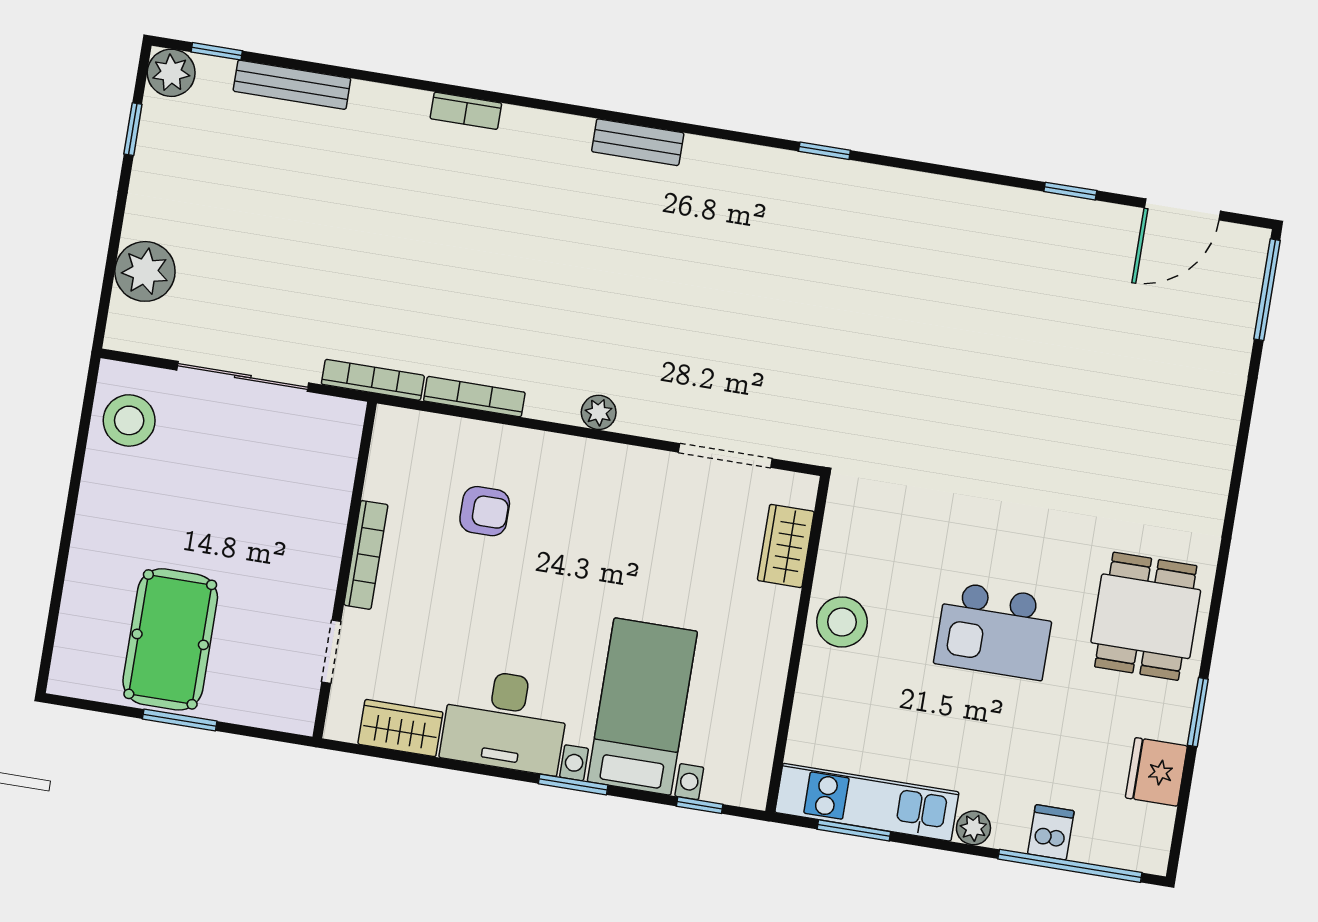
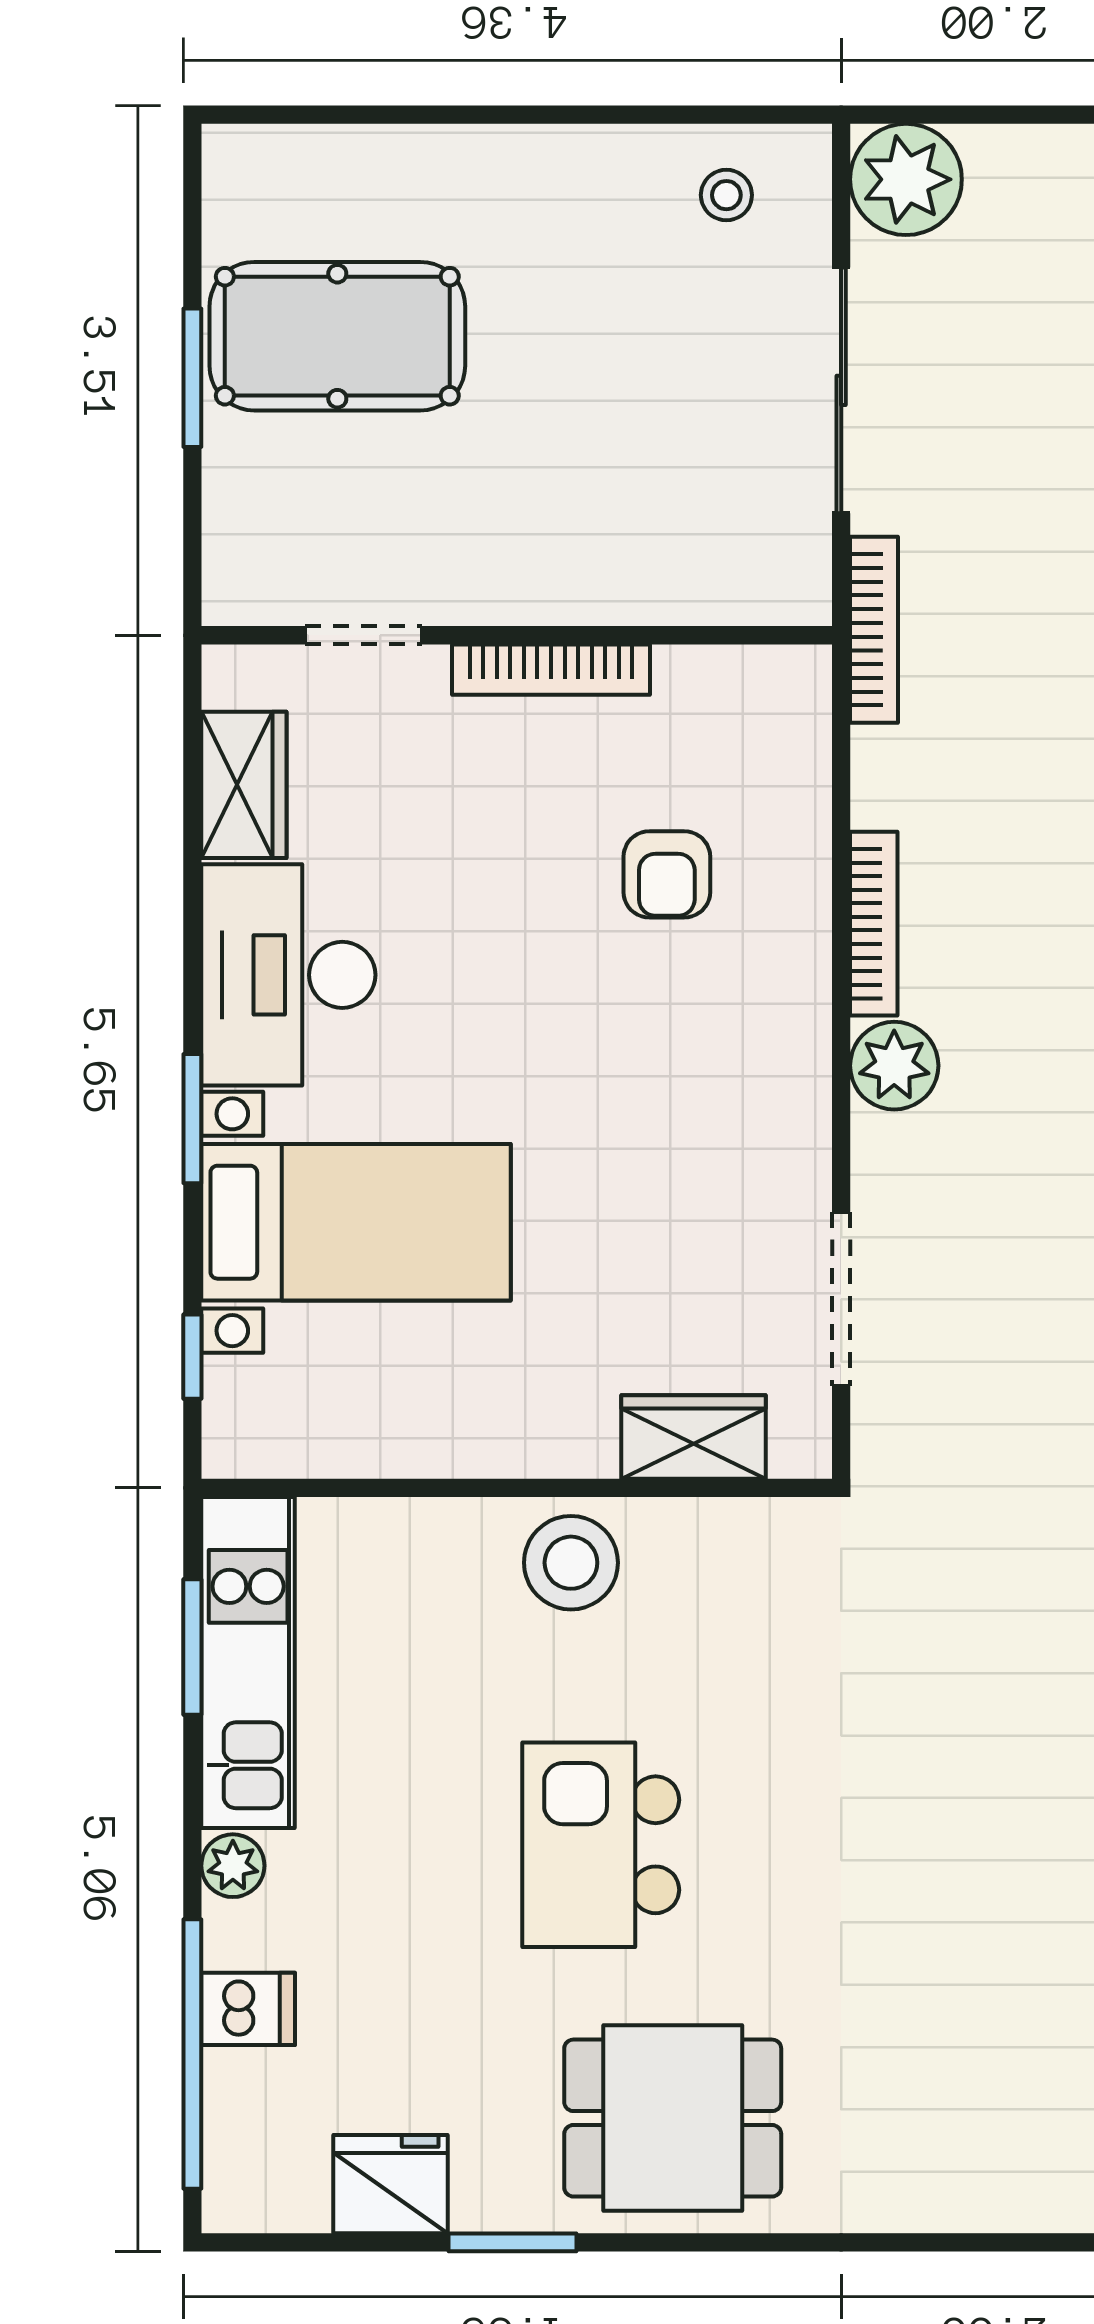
plant: (145, 271) -> (906, 179), moved
bookcase: (474, 397) -> (874, 924), moved
plant: (599, 412) -> (894, 1066), width x1.38, depth x1.38
stool: (129, 420) -> (726, 195), width x0.53, depth x0.53

